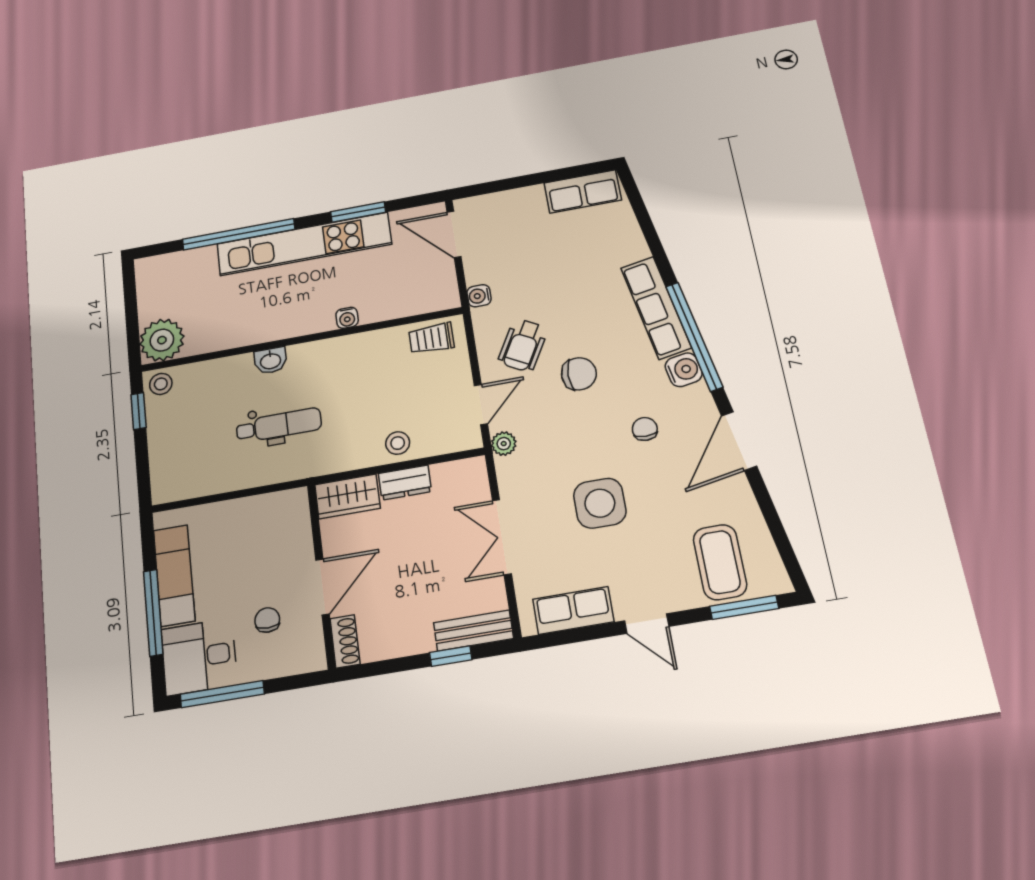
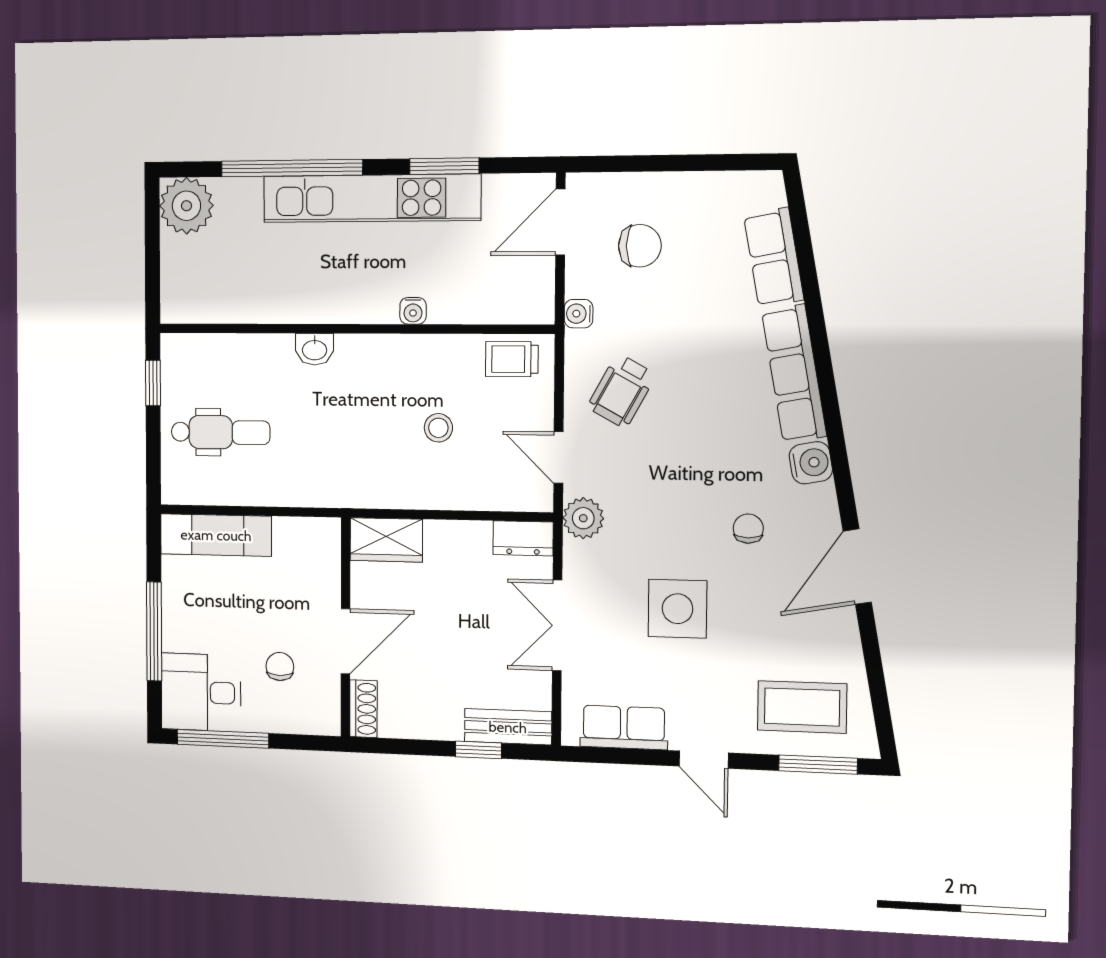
row of seats: (583, 191) -> (774, 258), moved, turned 80
door: (454, 234) -> (560, 222), hinge flipped
window: (694, 336) -> (833, 422), removed
plant: (162, 340) -> (186, 206), moved
chair: (579, 374) -> (640, 246), moved
stool: (161, 384) -> (181, 353), removed
door: (481, 405) -> (558, 458), swing flipped
dental chair: (279, 425) -> (221, 432), moved
stool: (398, 443) -> (438, 428), moved
plant: (504, 444) -> (583, 518), width x1.38, depth x1.38
dresser: (405, 483) -> (523, 538), moved
coffee table: (720, 562) -> (802, 707), turned 90
exam couch: (174, 575) -> (216, 535), moved, turned 90

